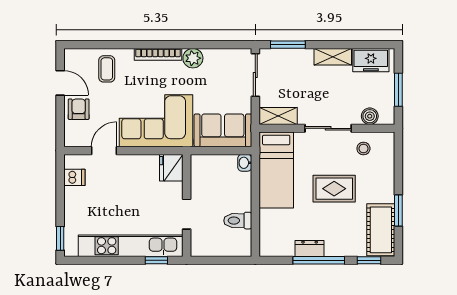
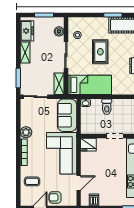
door: (104, 151) -> (79, 183), swing flipped
toilet: (238, 221) -> (107, 107), moved

